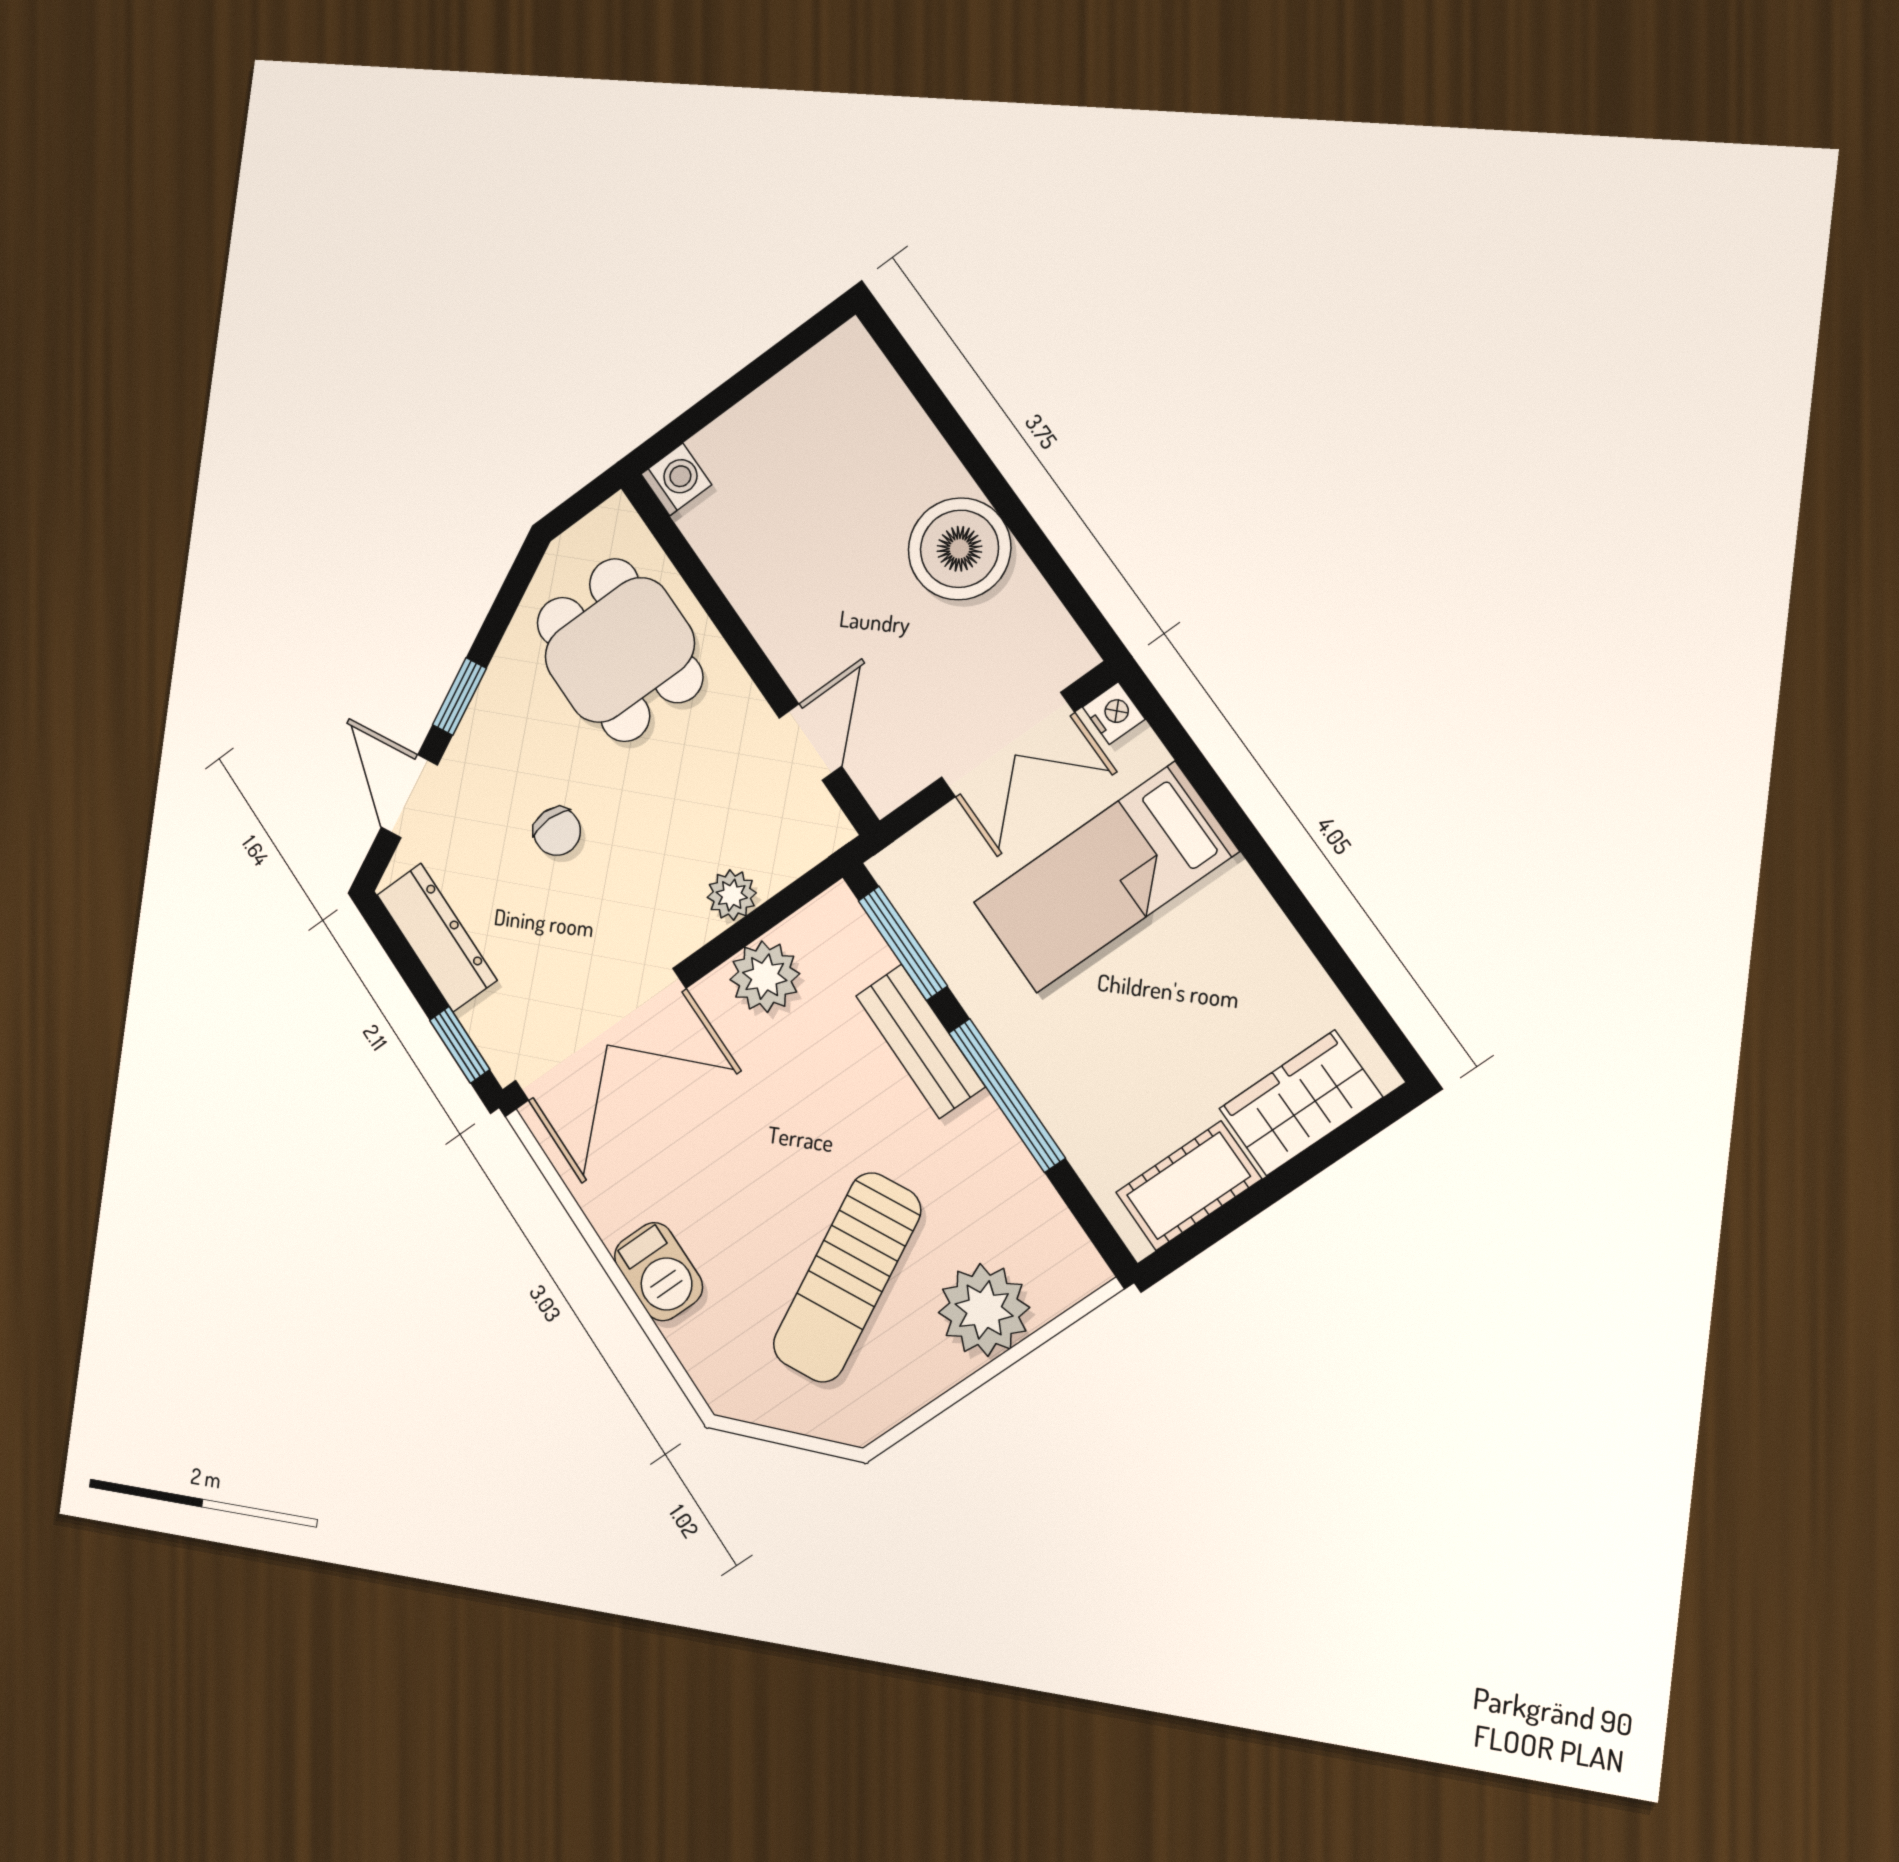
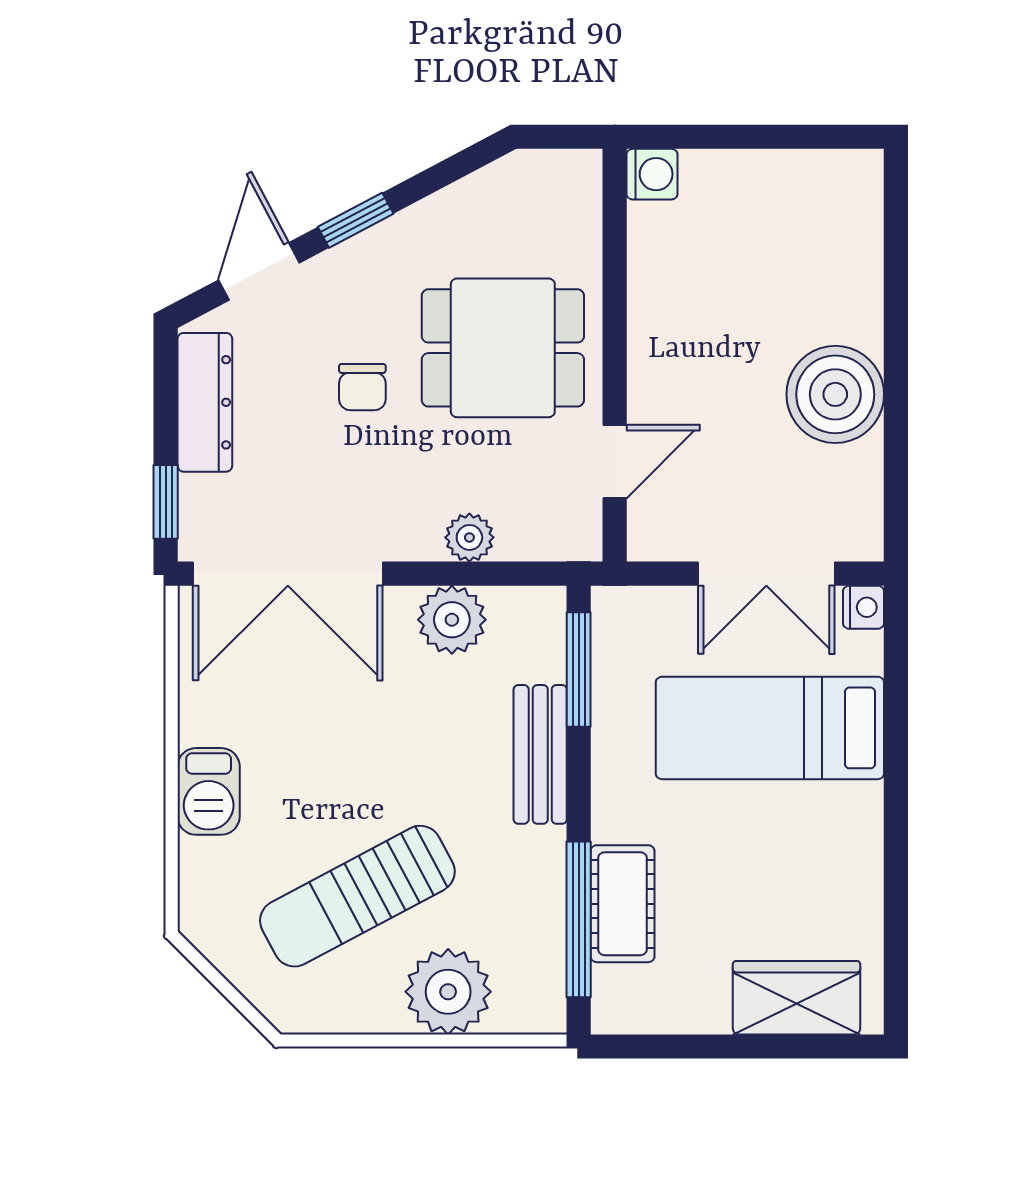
dining table: (620, 650) -> (503, 348), moved, turned 90
window: (1007, 1095) -> (579, 919), moved
cot: (1189, 1186) -> (622, 904), moved, turned 90

